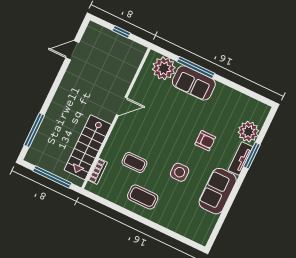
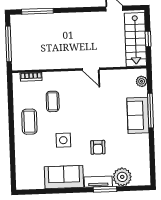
plant: (164, 68) -> (142, 81), width x0.53, depth x0.53
stairs: (88, 147) -> (135, 39), moved, turned -90

